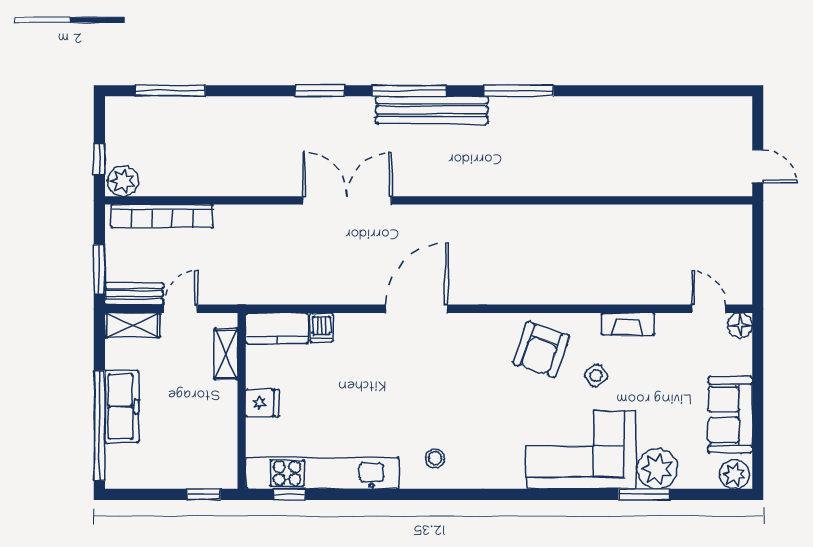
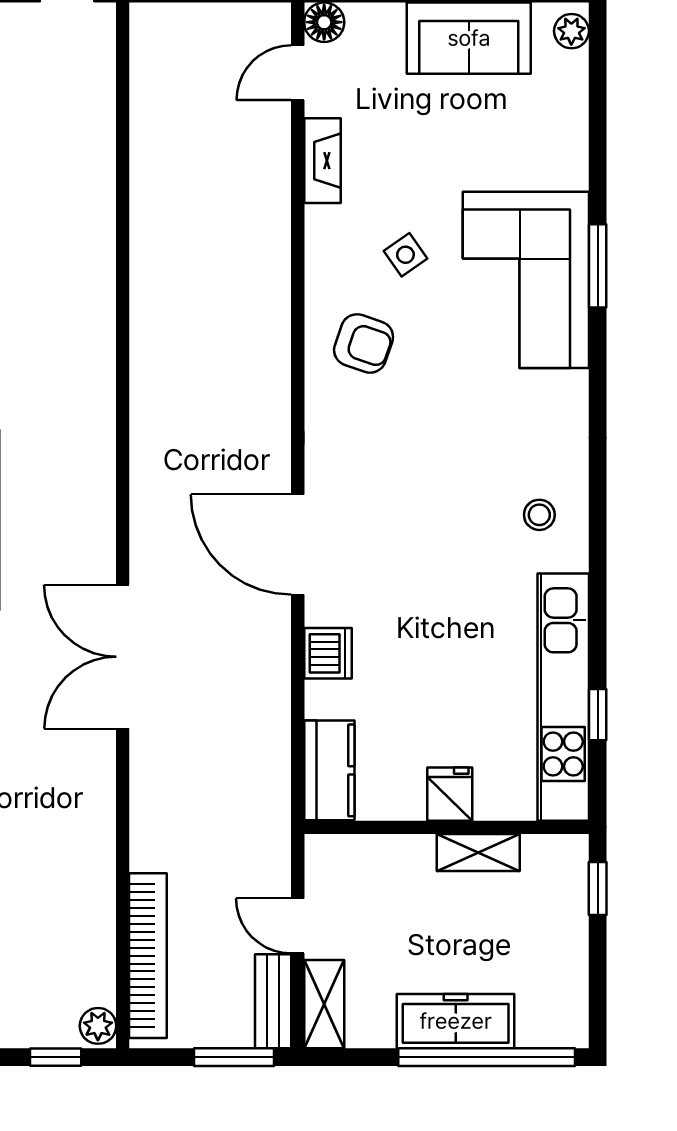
plant: (123, 181) -> (98, 1026), width x0.73, depth x0.73
fireplace: (628, 324) -> (322, 161), moved
dishwasher: (321, 328) -> (328, 653), moved, width x1.38
armchair: (541, 350) -> (364, 343), width x0.72, depth x0.72
shelving: (226, 354) -> (478, 853), moved
plant: (657, 469) -> (556, 156), removed
plant: (735, 474) -> (571, 31), width x0.73, depth x0.73
window: (289, 494) -> (598, 715), moved
window: (644, 494) -> (598, 266), moved

